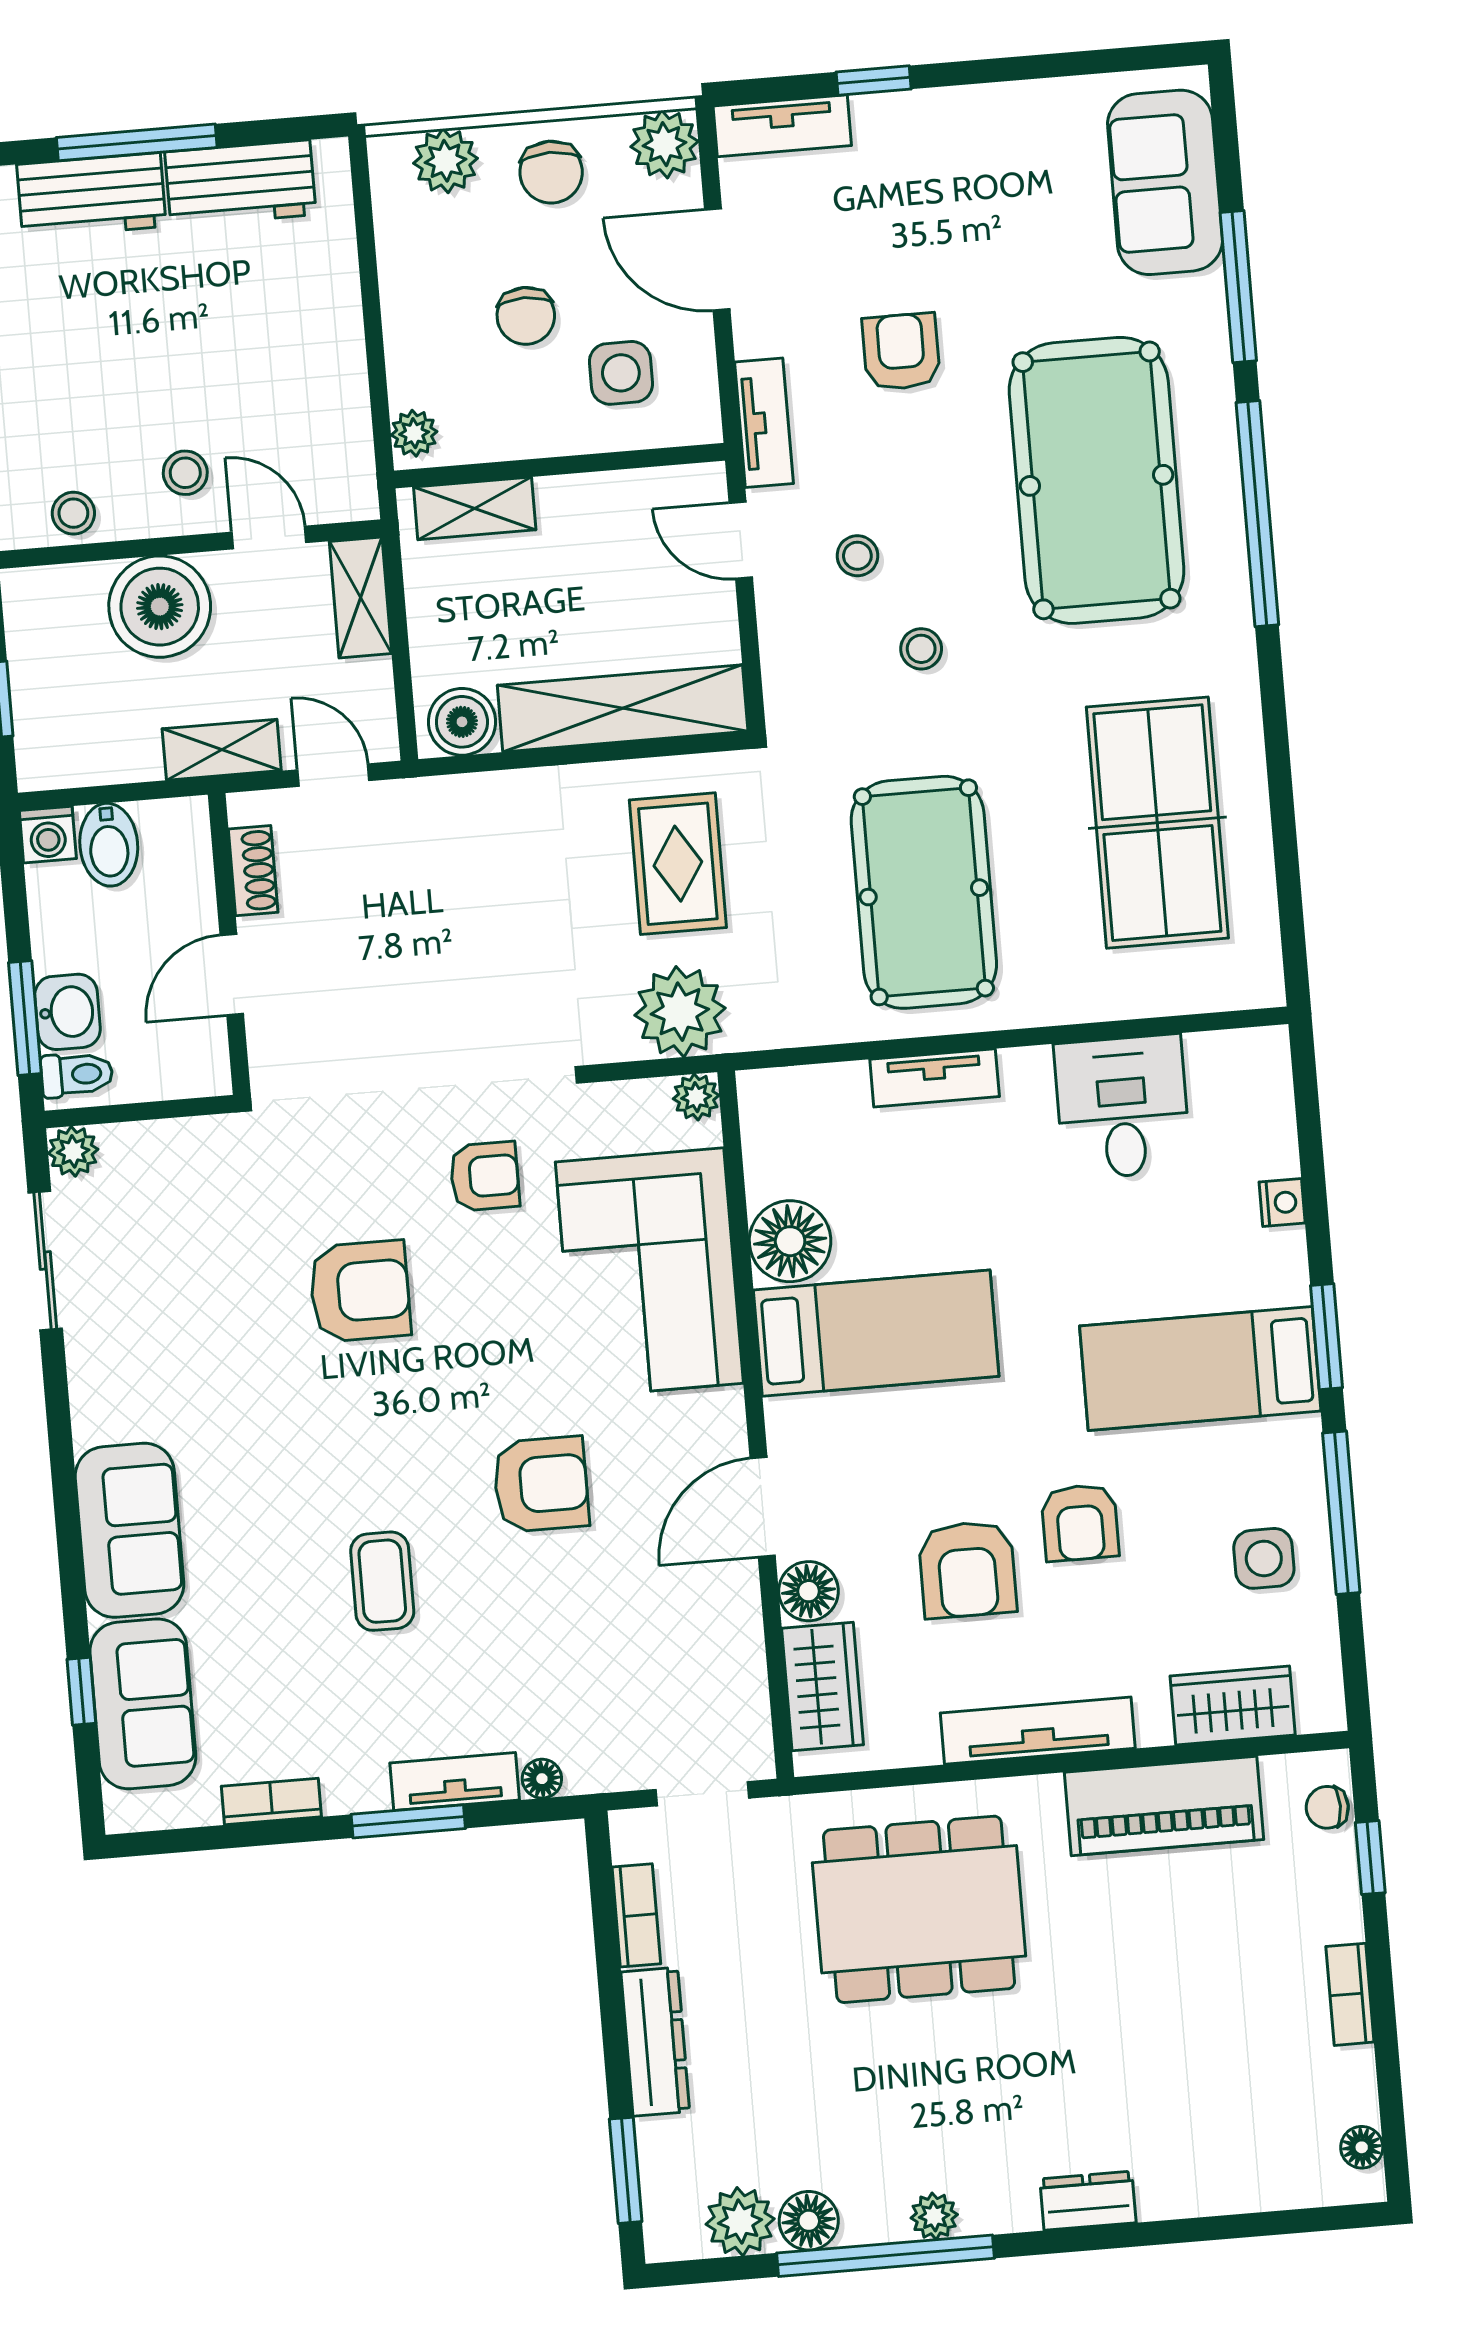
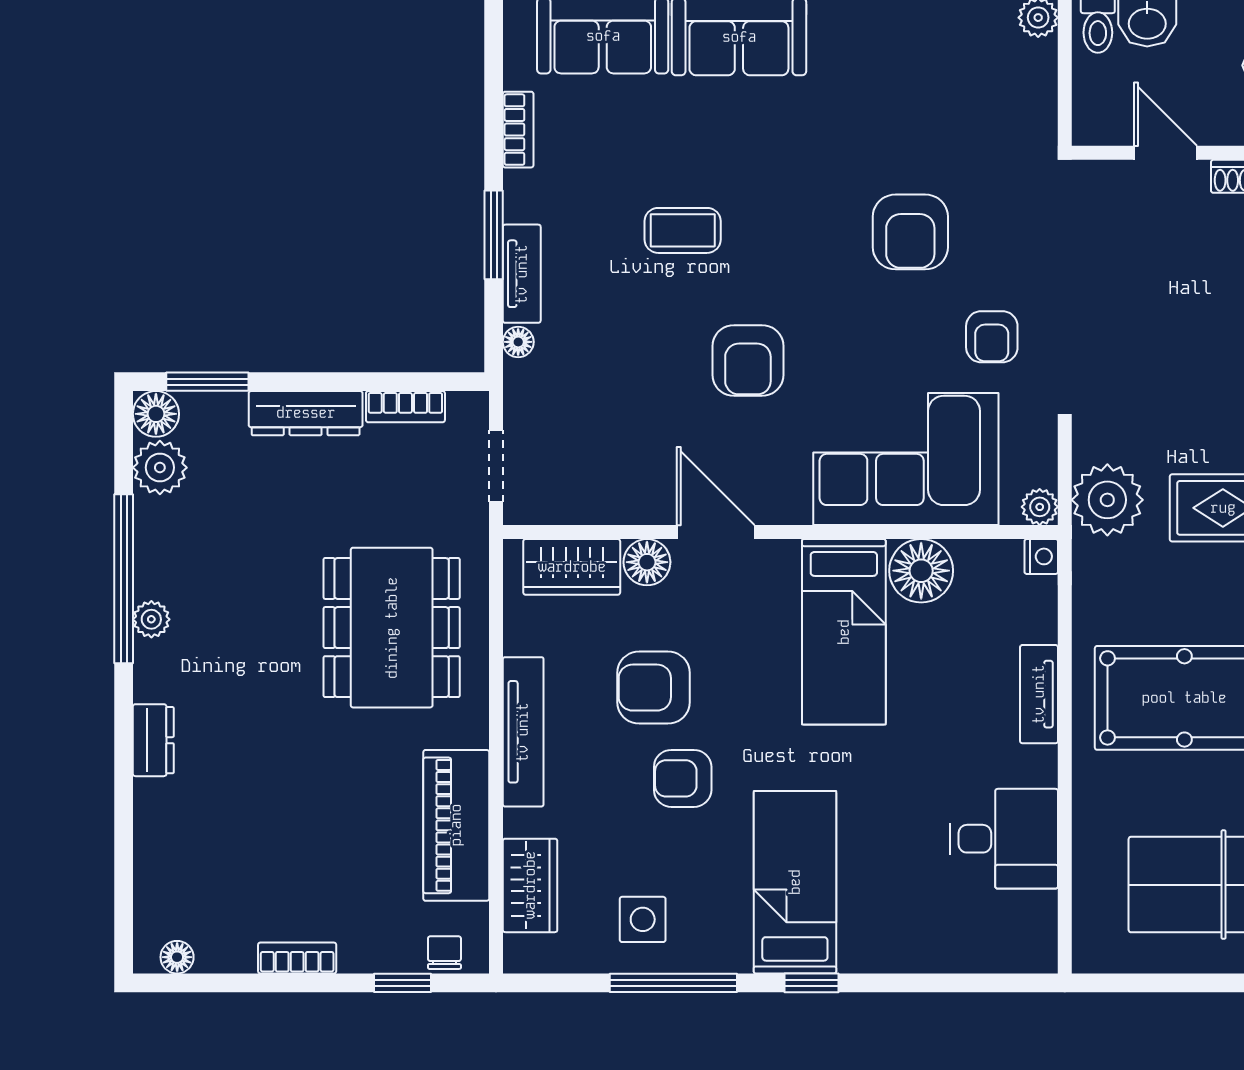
nightstand: (1282, 1203) -> (1041, 556), moved, turned -90
window: (1327, 1337) -> (812, 983), width x0.67
floor lamp: (809, 2221) -> (156, 414), moved

